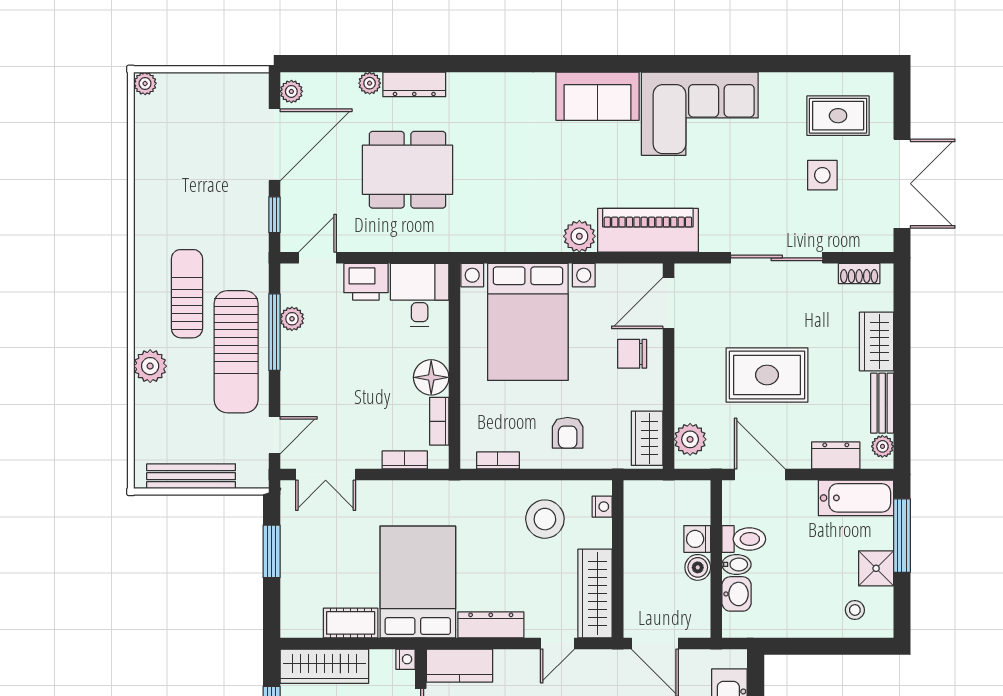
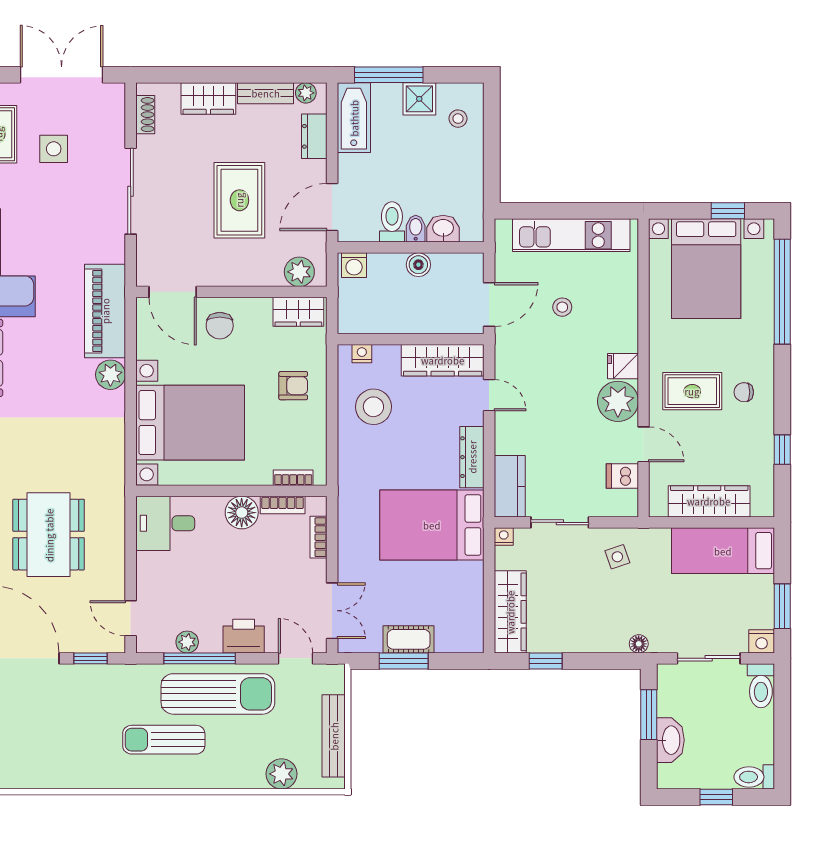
printer: (366, 282) -> (244, 636), moved, turned -90
plant: (150, 366) -> (282, 774), moved
bookcase: (498, 460) -> (293, 478), moved, turned 90
washing machine: (697, 539) -> (354, 265), moved
cot: (351, 623) -> (409, 639), moved, turned 90

